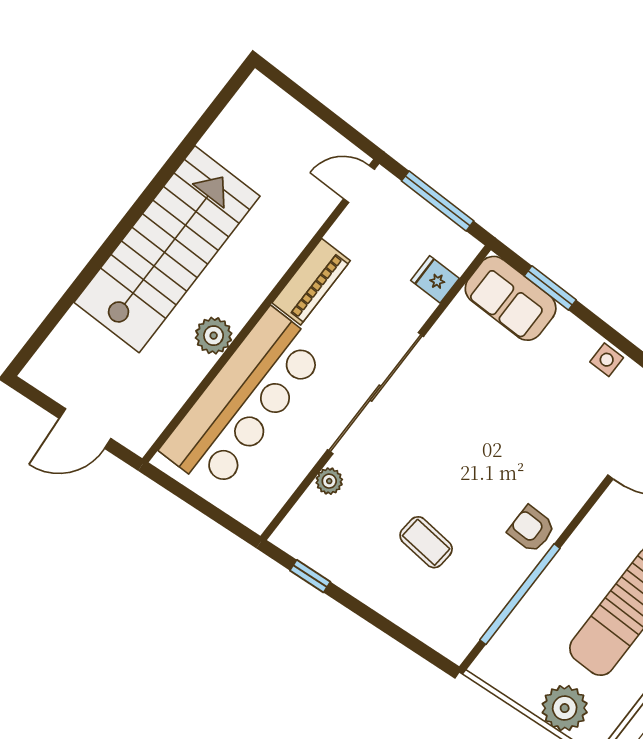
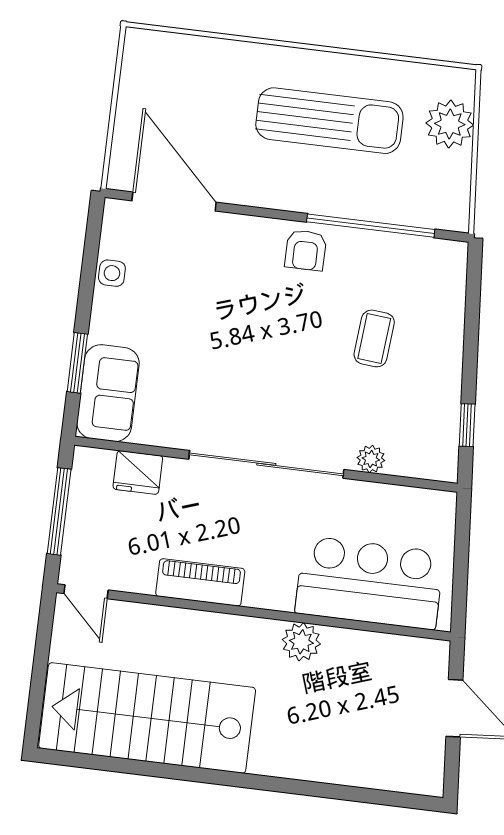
stairs: (167, 249) -> (147, 718), moved
fridge: (435, 279) -> (138, 472), width x1.38
bar counter: (244, 401) -> (370, 583), width x0.73

